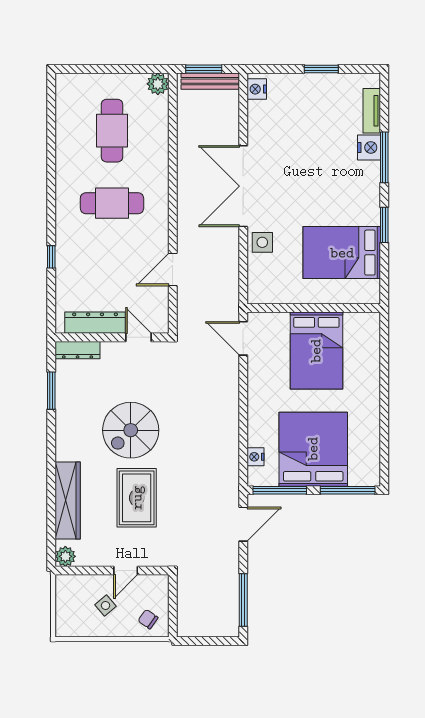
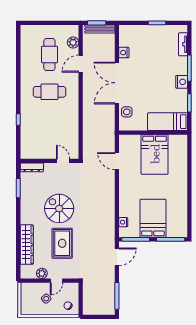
plant: (158, 84) -> (73, 42), moved
nightstand: (257, 89) -> (124, 53), moved
nightstand: (369, 147) -> (182, 82), moved
bed: (342, 253) -> (168, 122), width x0.67
door: (173, 269) -> (81, 64), moved
wall: (314, 308) -> (153, 133), moved
dresser: (95, 323) -> (41, 153), removed
bed: (316, 351) -> (155, 154), moved
spiral stairs: (131, 430) -> (59, 208), turned 90
bed: (313, 449) -> (153, 218), width x0.73
plant: (65, 556) -> (42, 273), moved

